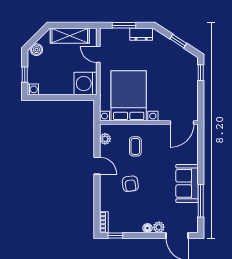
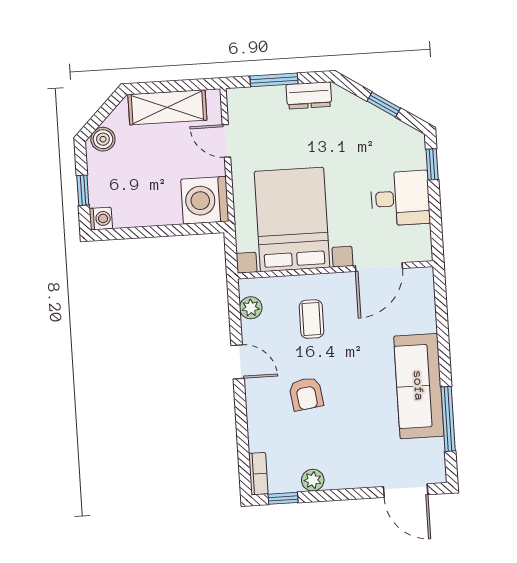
desk: (184, 89) -> (400, 198), added
door: (182, 122) -> (379, 267), moved
sofa: (187, 183) -> (419, 386), width x1.36
plant: (159, 227) -> (313, 480), moved
floor lamp: (147, 228) -> (346, 480), removed

